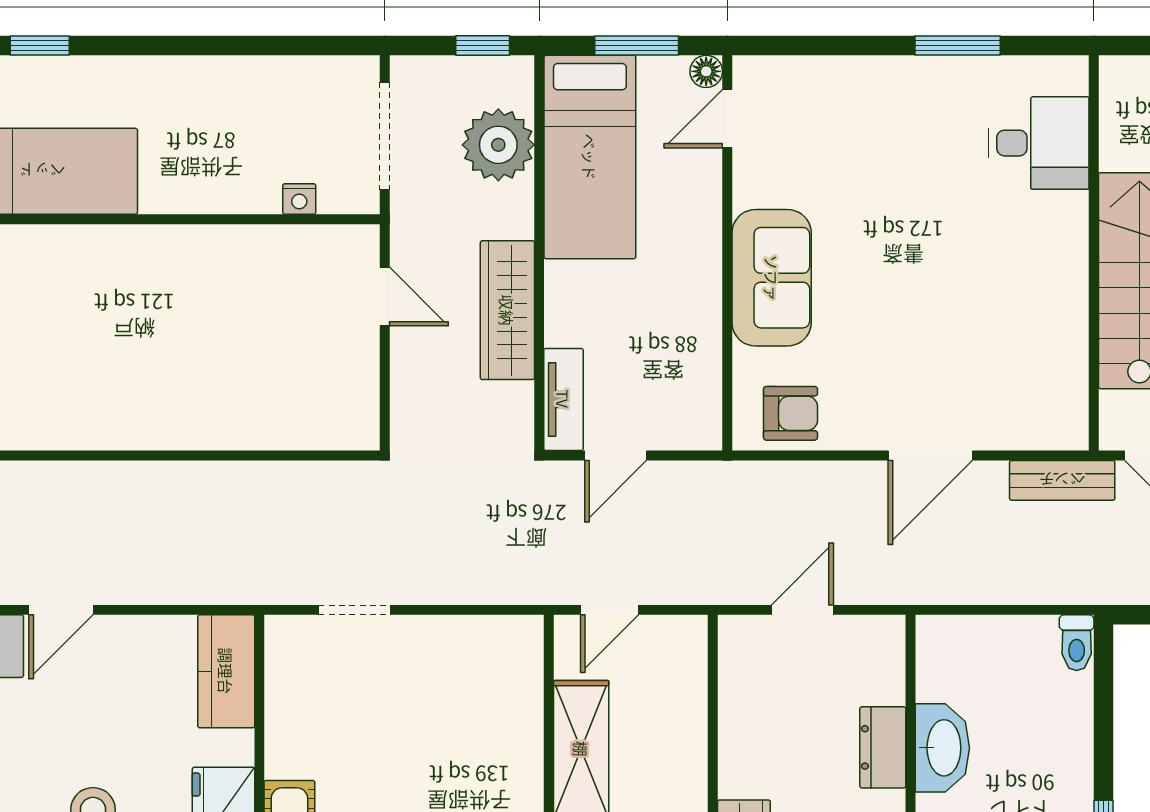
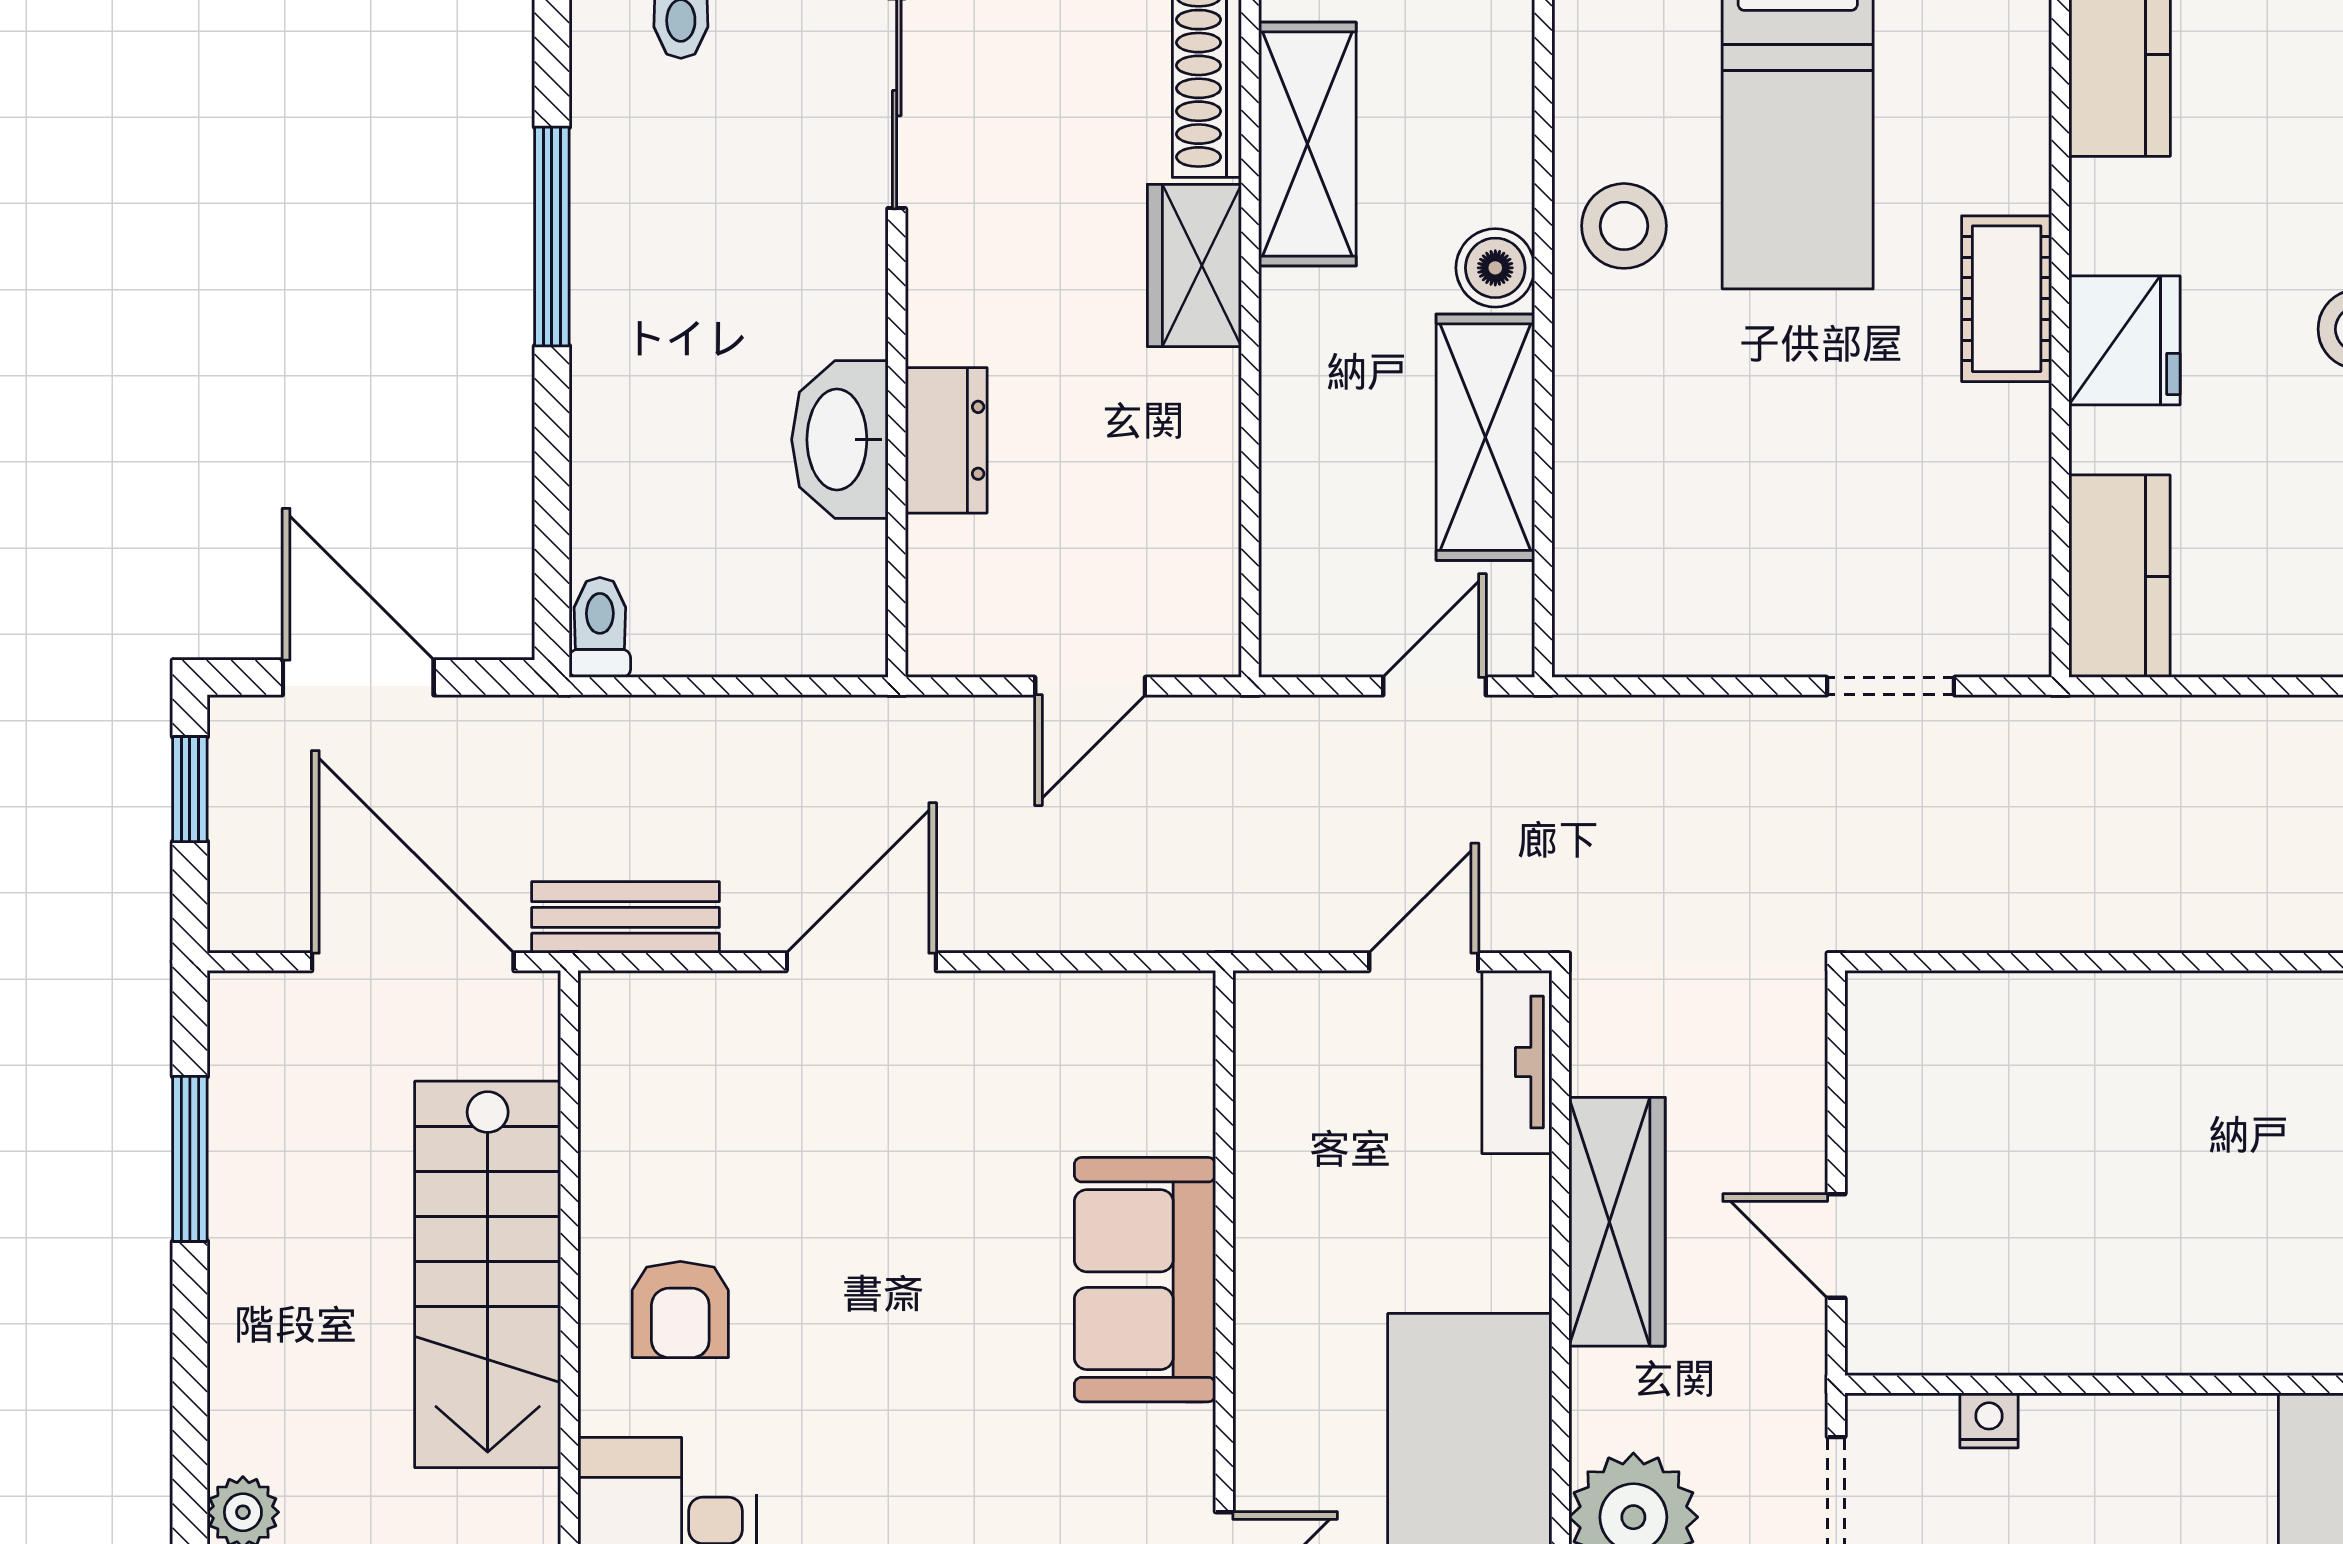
armchair: (790, 413) -> (680, 1309), moved, turned -90

